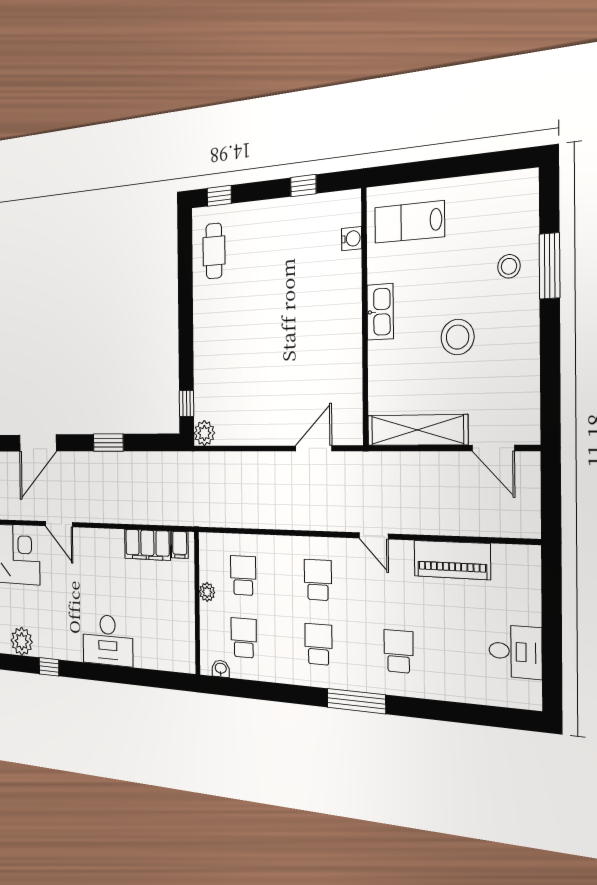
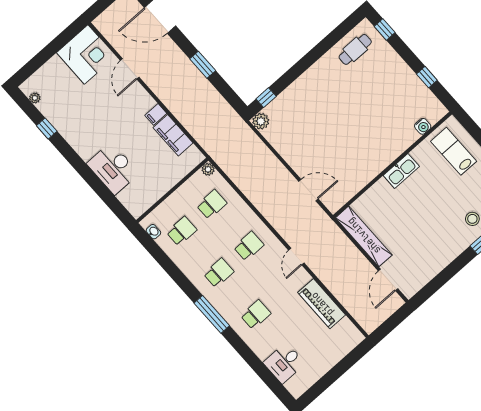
stool: (458, 337) -> (422, 221), removed
filing cabinet: (180, 545) -> (156, 114), moved
plant: (207, 592) -> (208, 169), moved
desk: (108, 640) -> (113, 168), moved
plant: (22, 641) -> (35, 98), width x0.53, depth x0.53
desk: (515, 652) -> (284, 363), moved, turned 90

